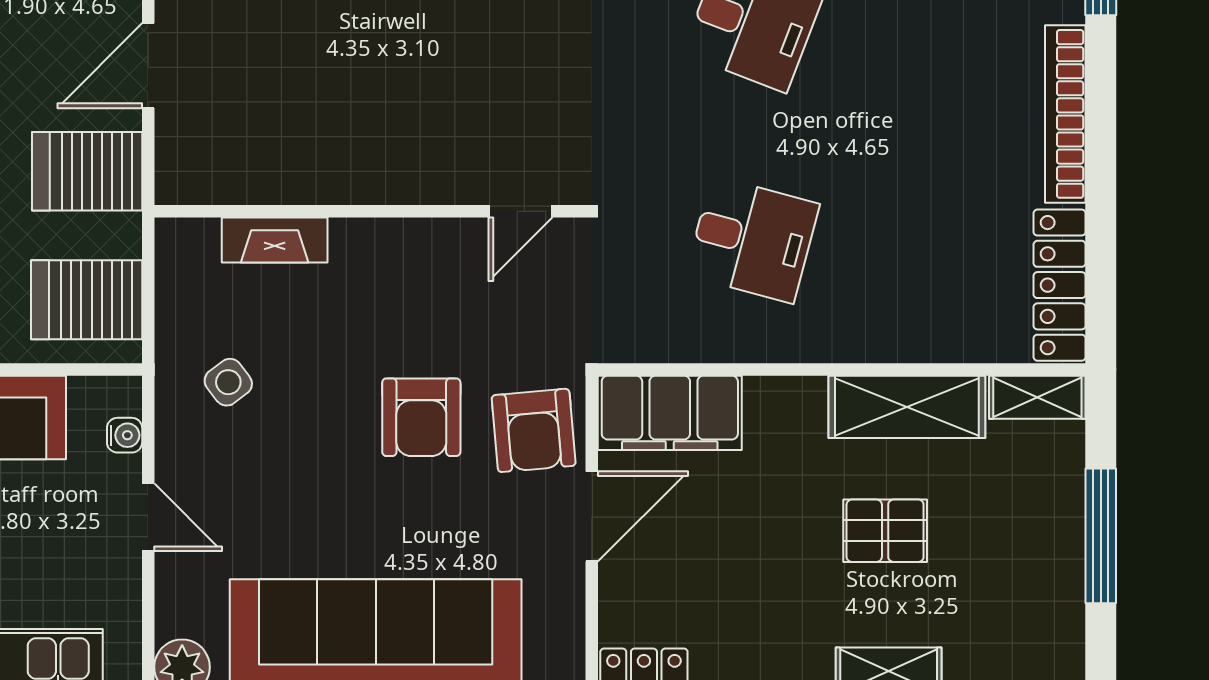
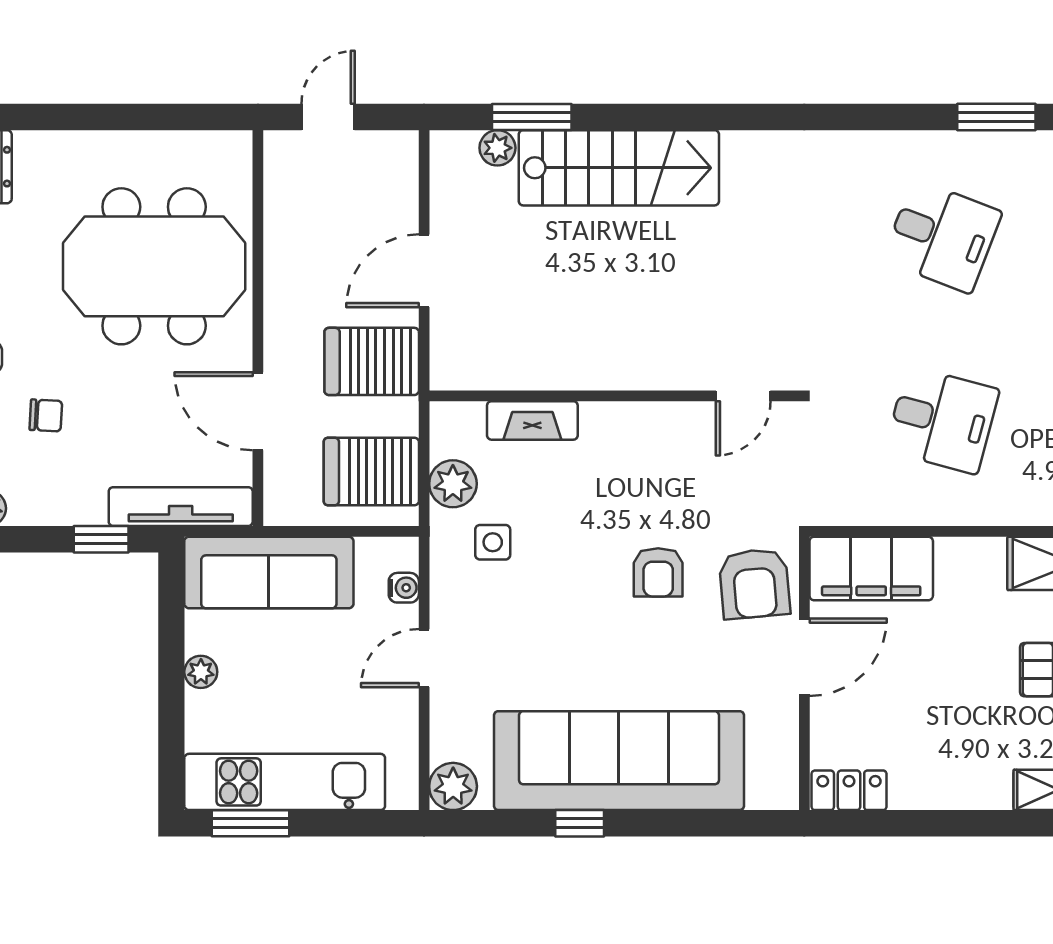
plant: (182, 314) -> (453, 484), added
side table: (228, 382) -> (493, 542), turned 37
armchair: (421, 417) -> (658, 572), width x0.72, depth x0.72
door: (148, 517) -> (424, 658), swing flipped

